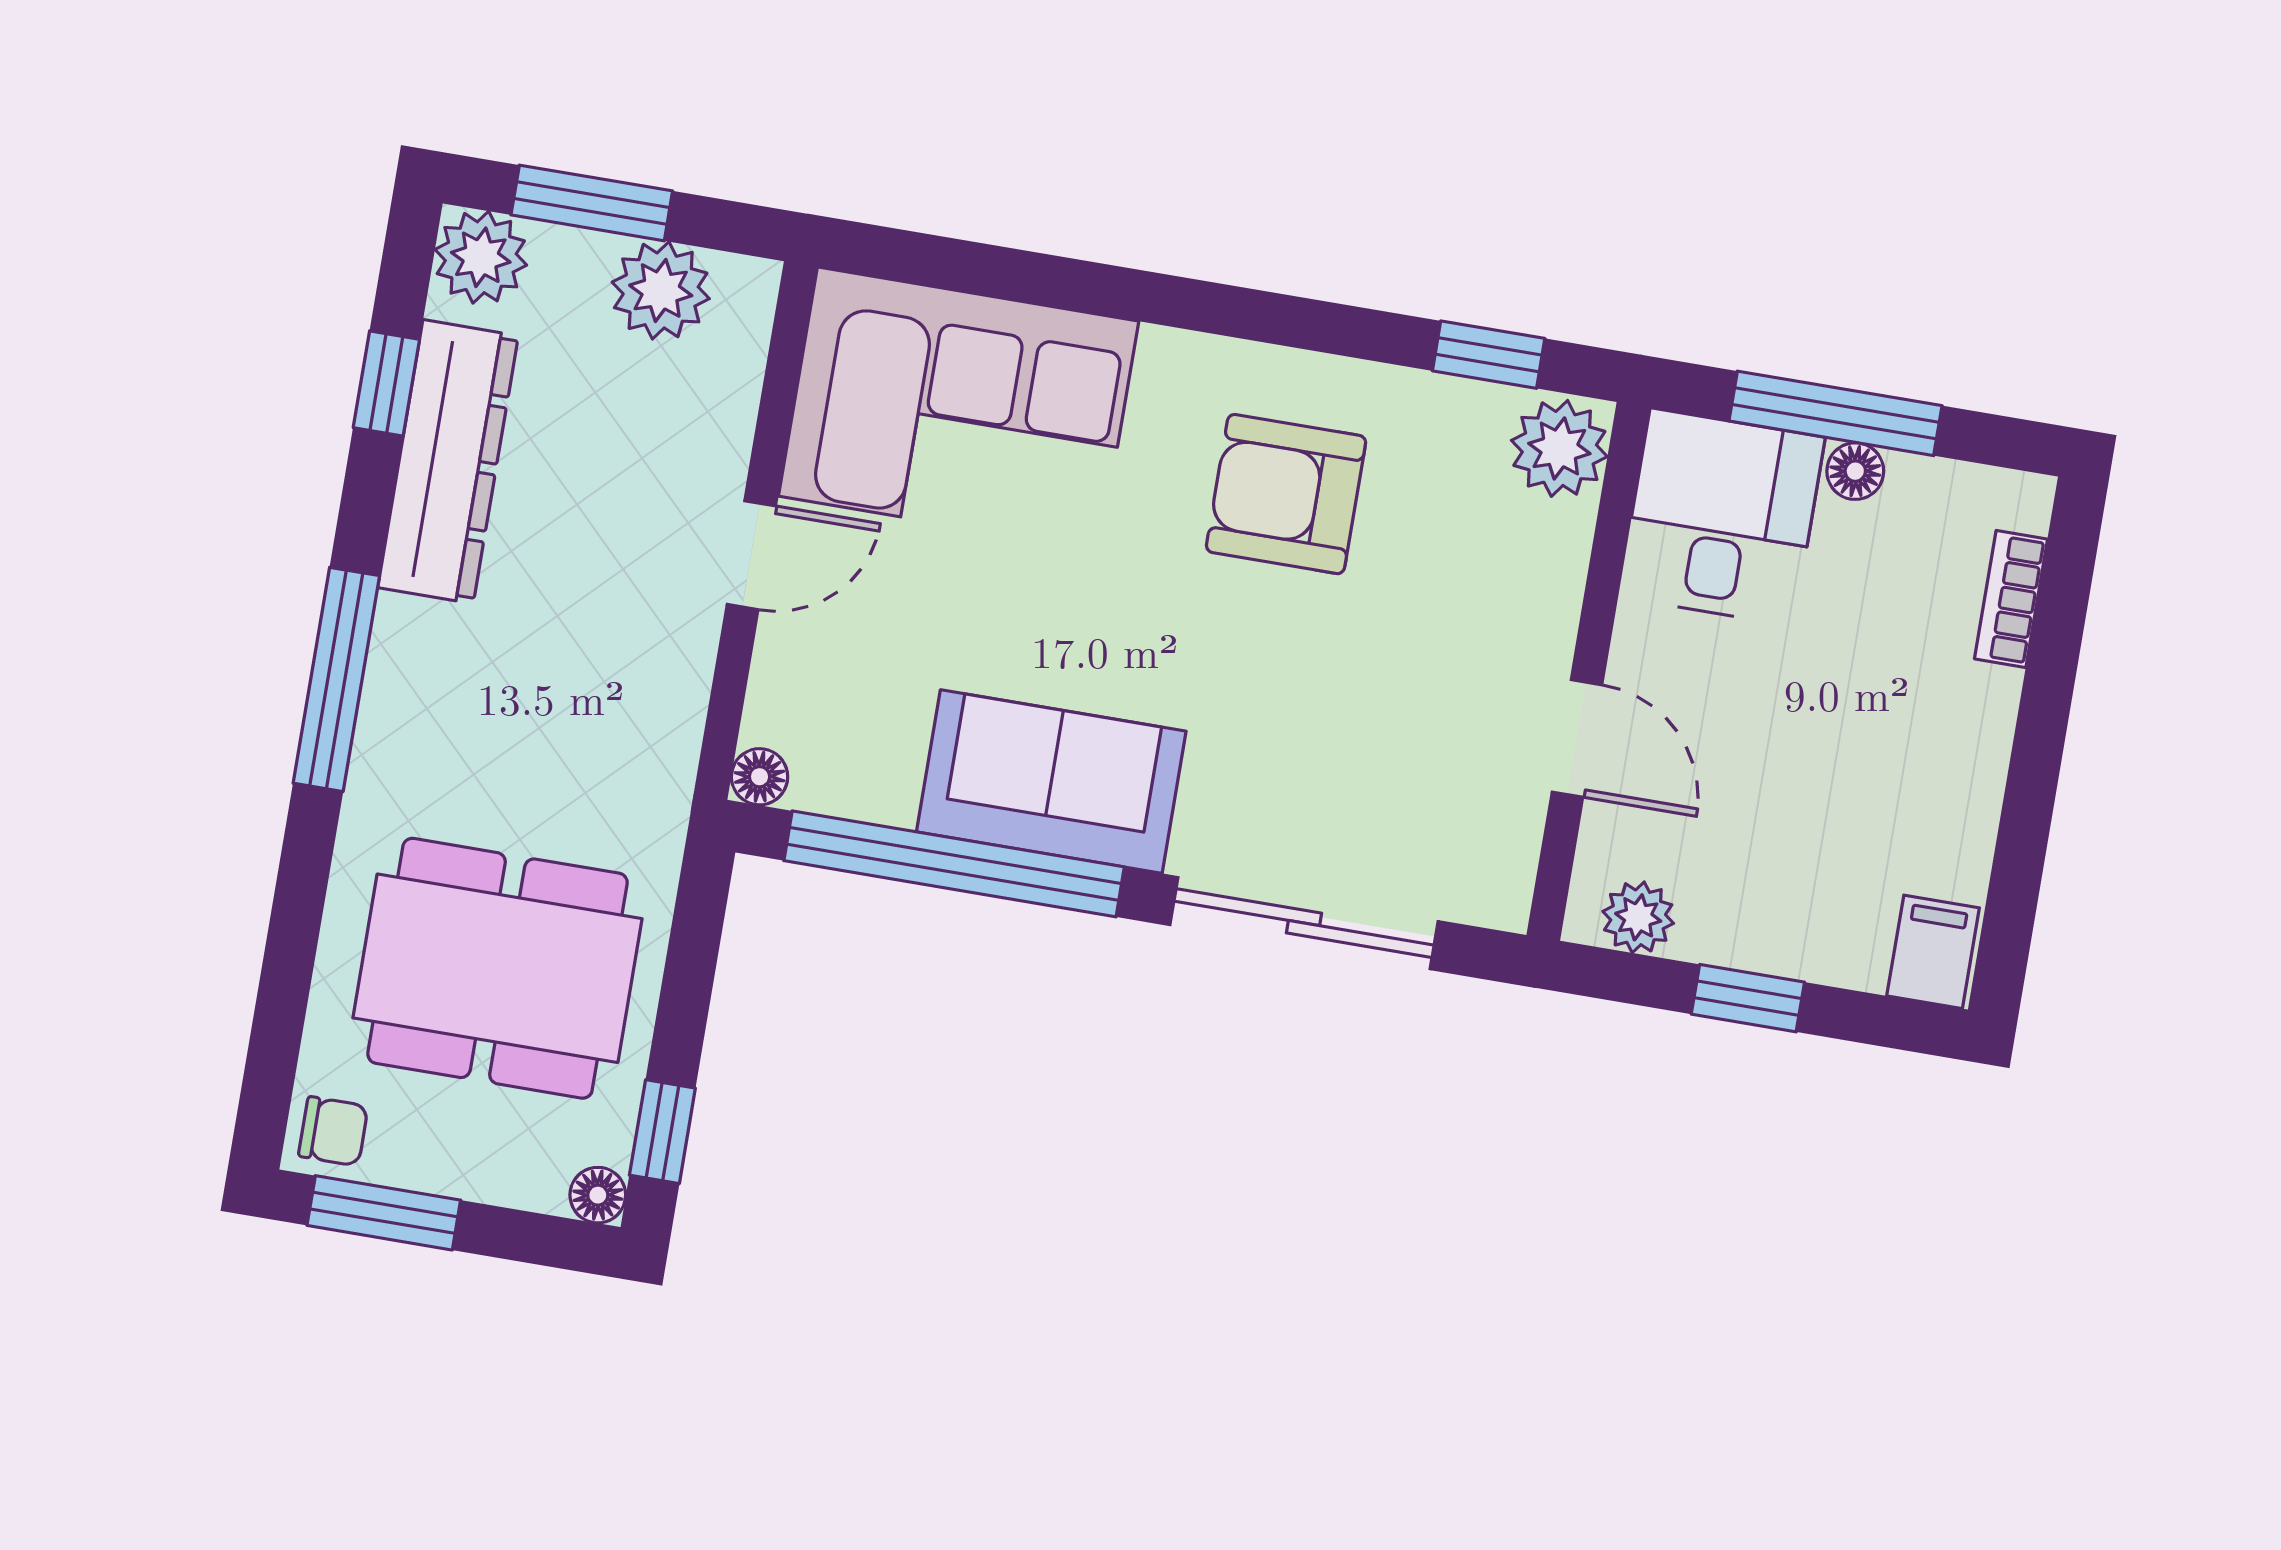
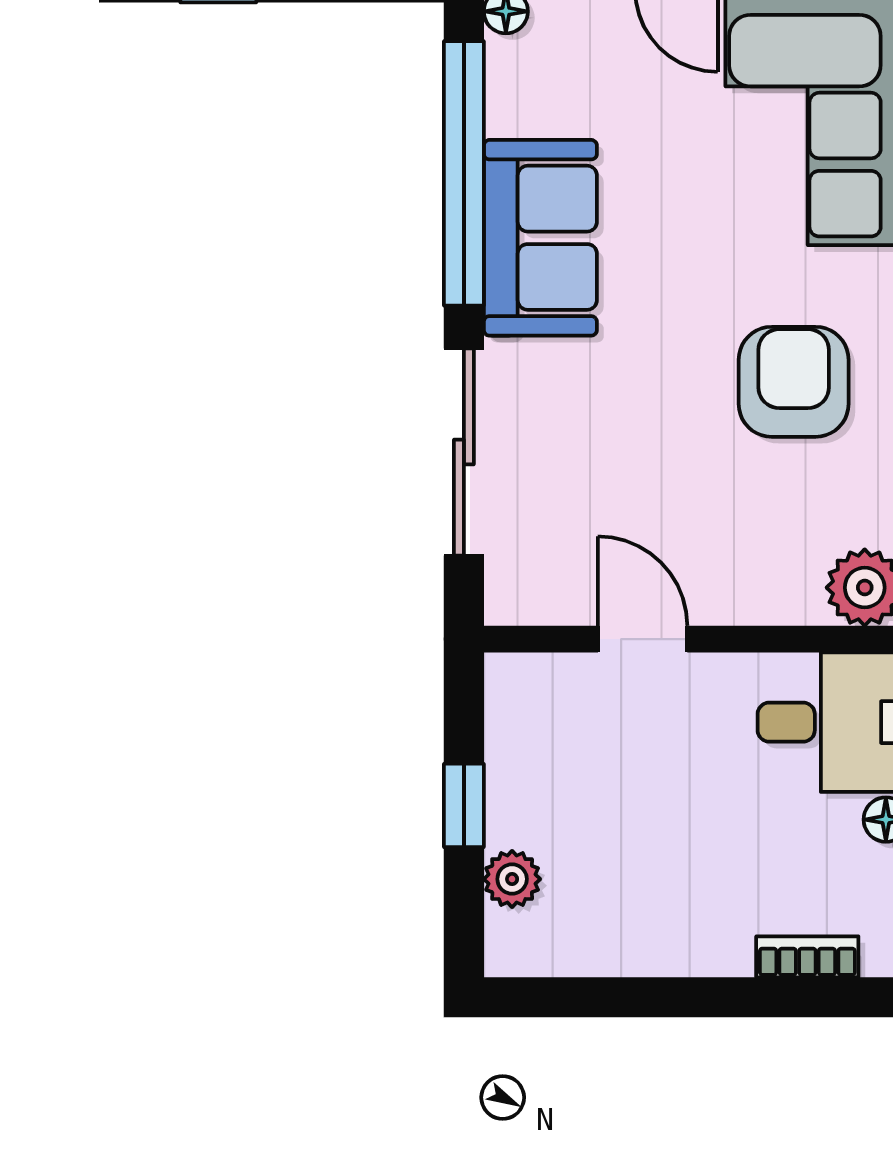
door: (1577, 738) -> (643, 639), swing flipped
plant: (1638, 917) -> (512, 879), moved
filing cabinet: (1933, 952) -> (524, 943), removed

